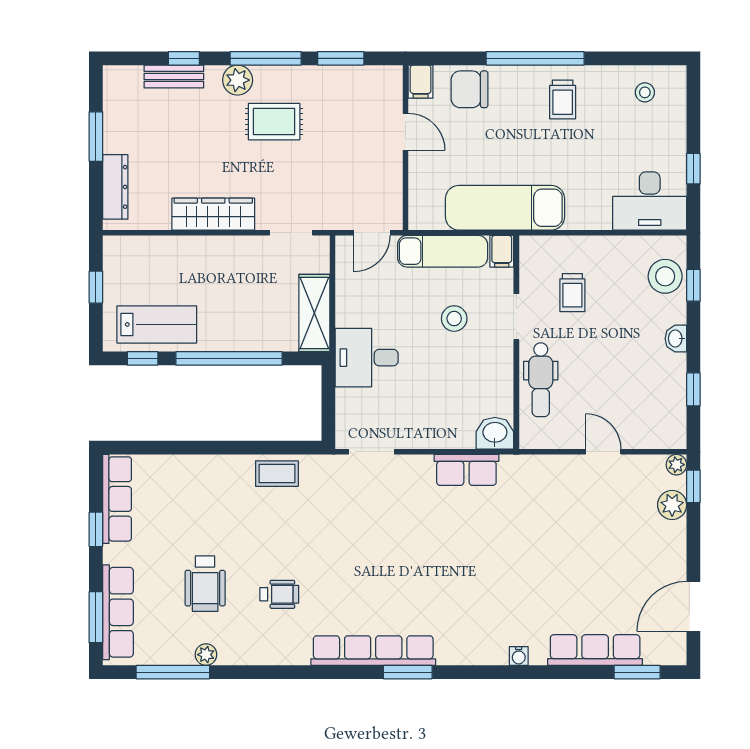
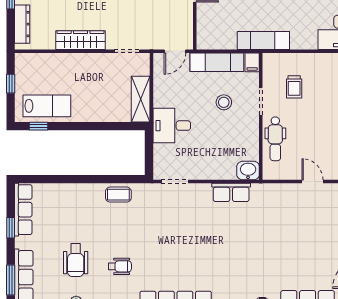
exam couch: (505, 208) -> (263, 41), width x0.73, depth x0.69
window: (229, 358) -> (90, 126), removed

